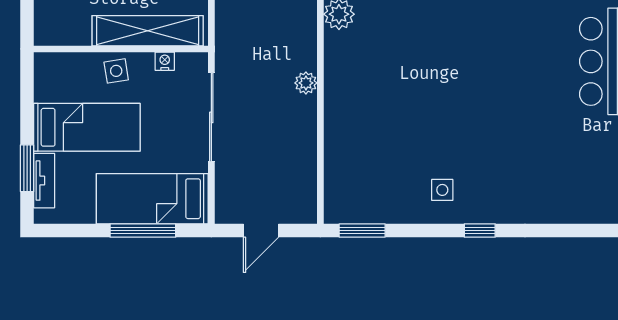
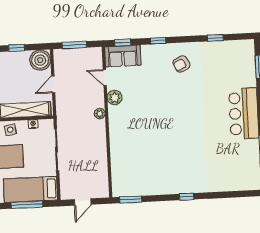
plant: (306, 83) -> (100, 114), moved
side table: (442, 190) -> (168, 178), removed

